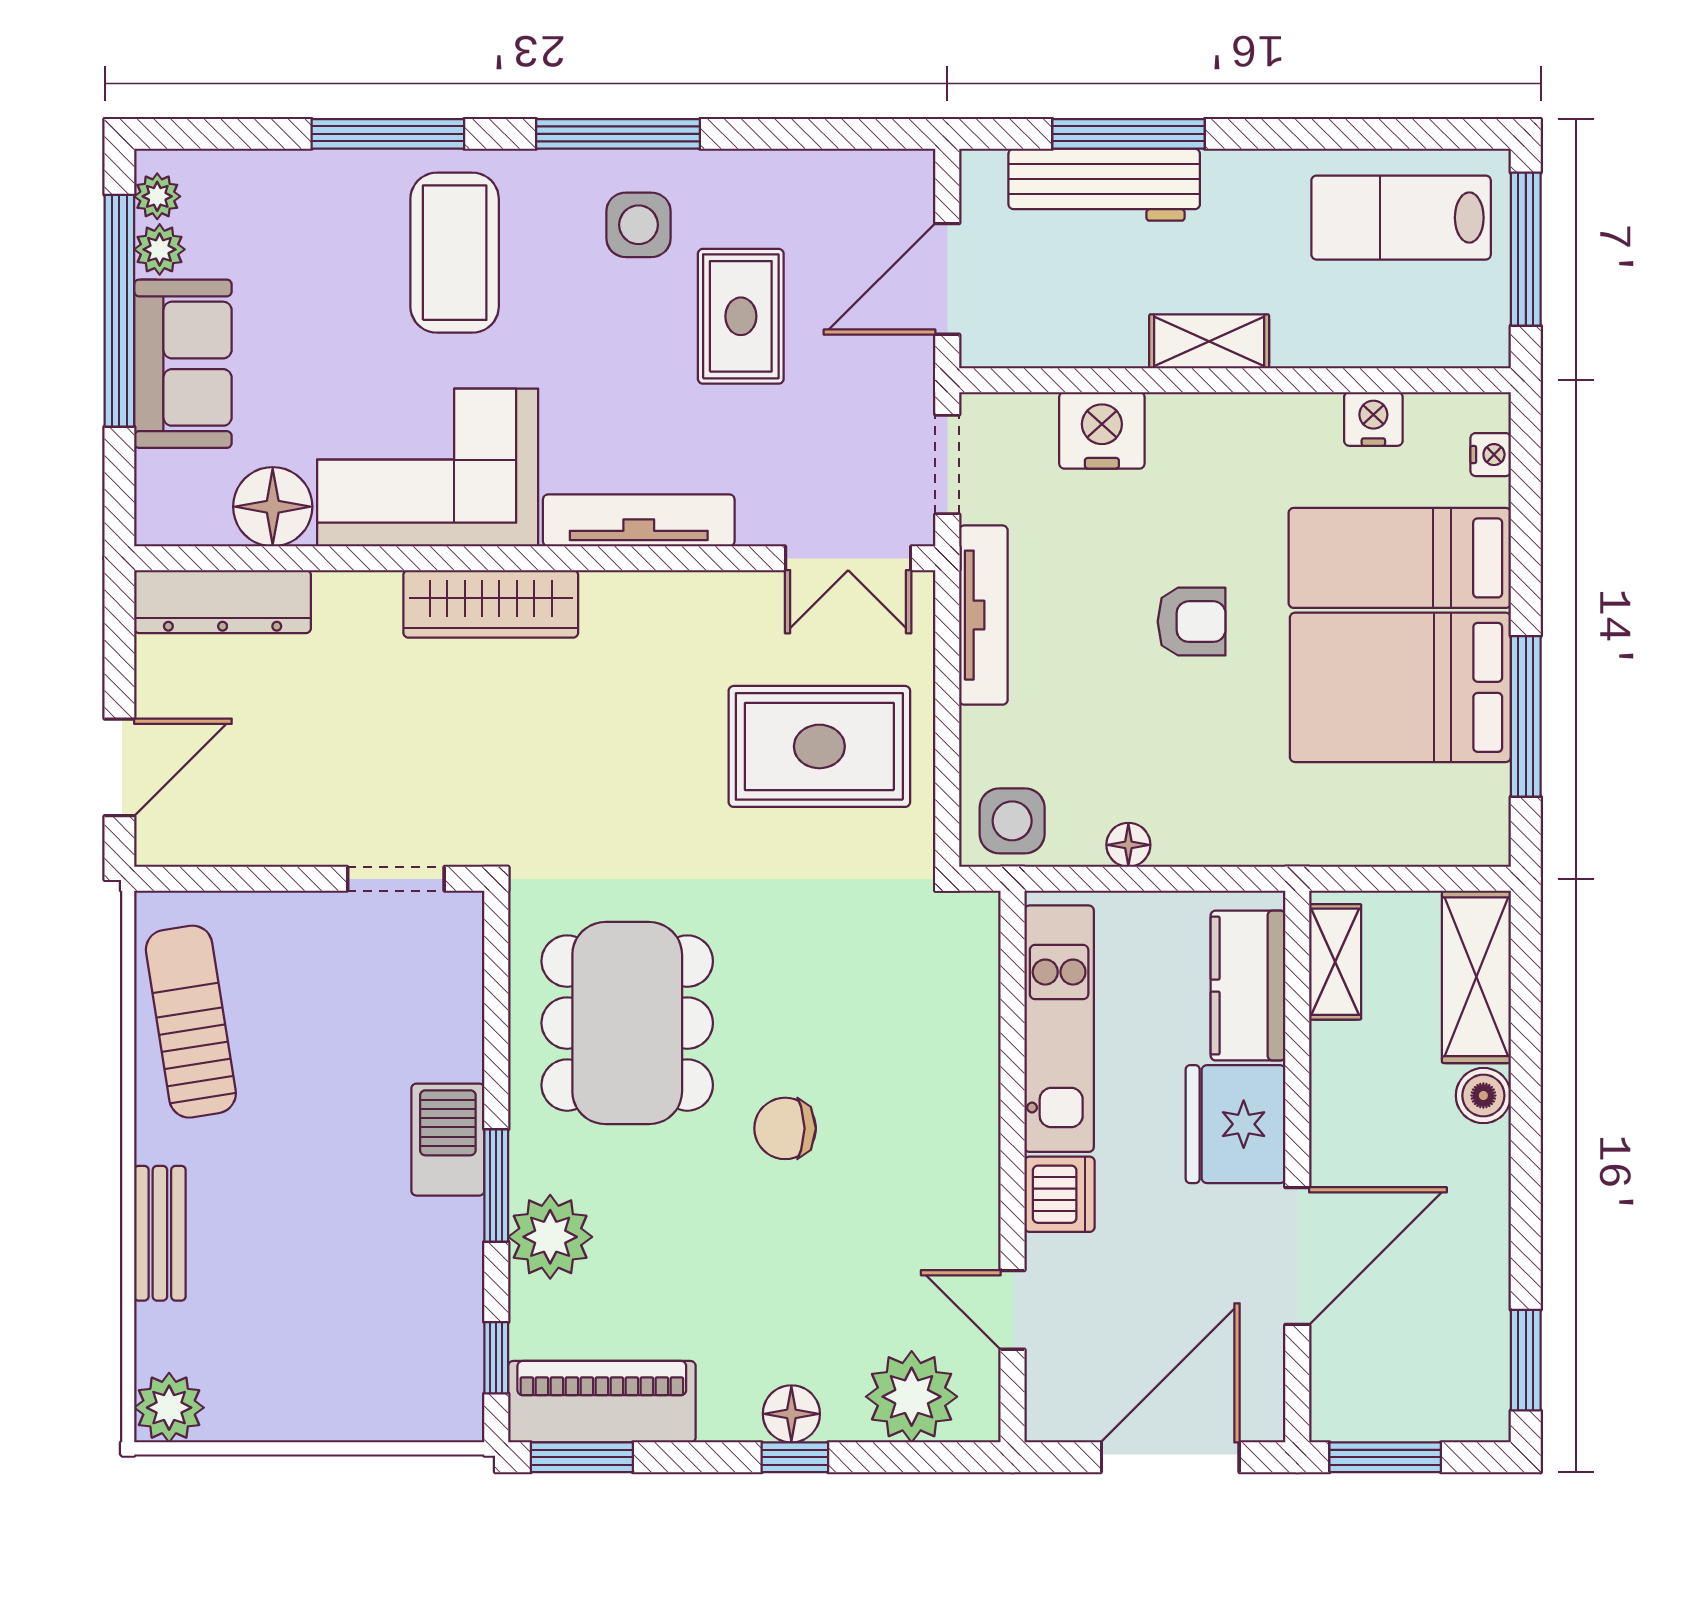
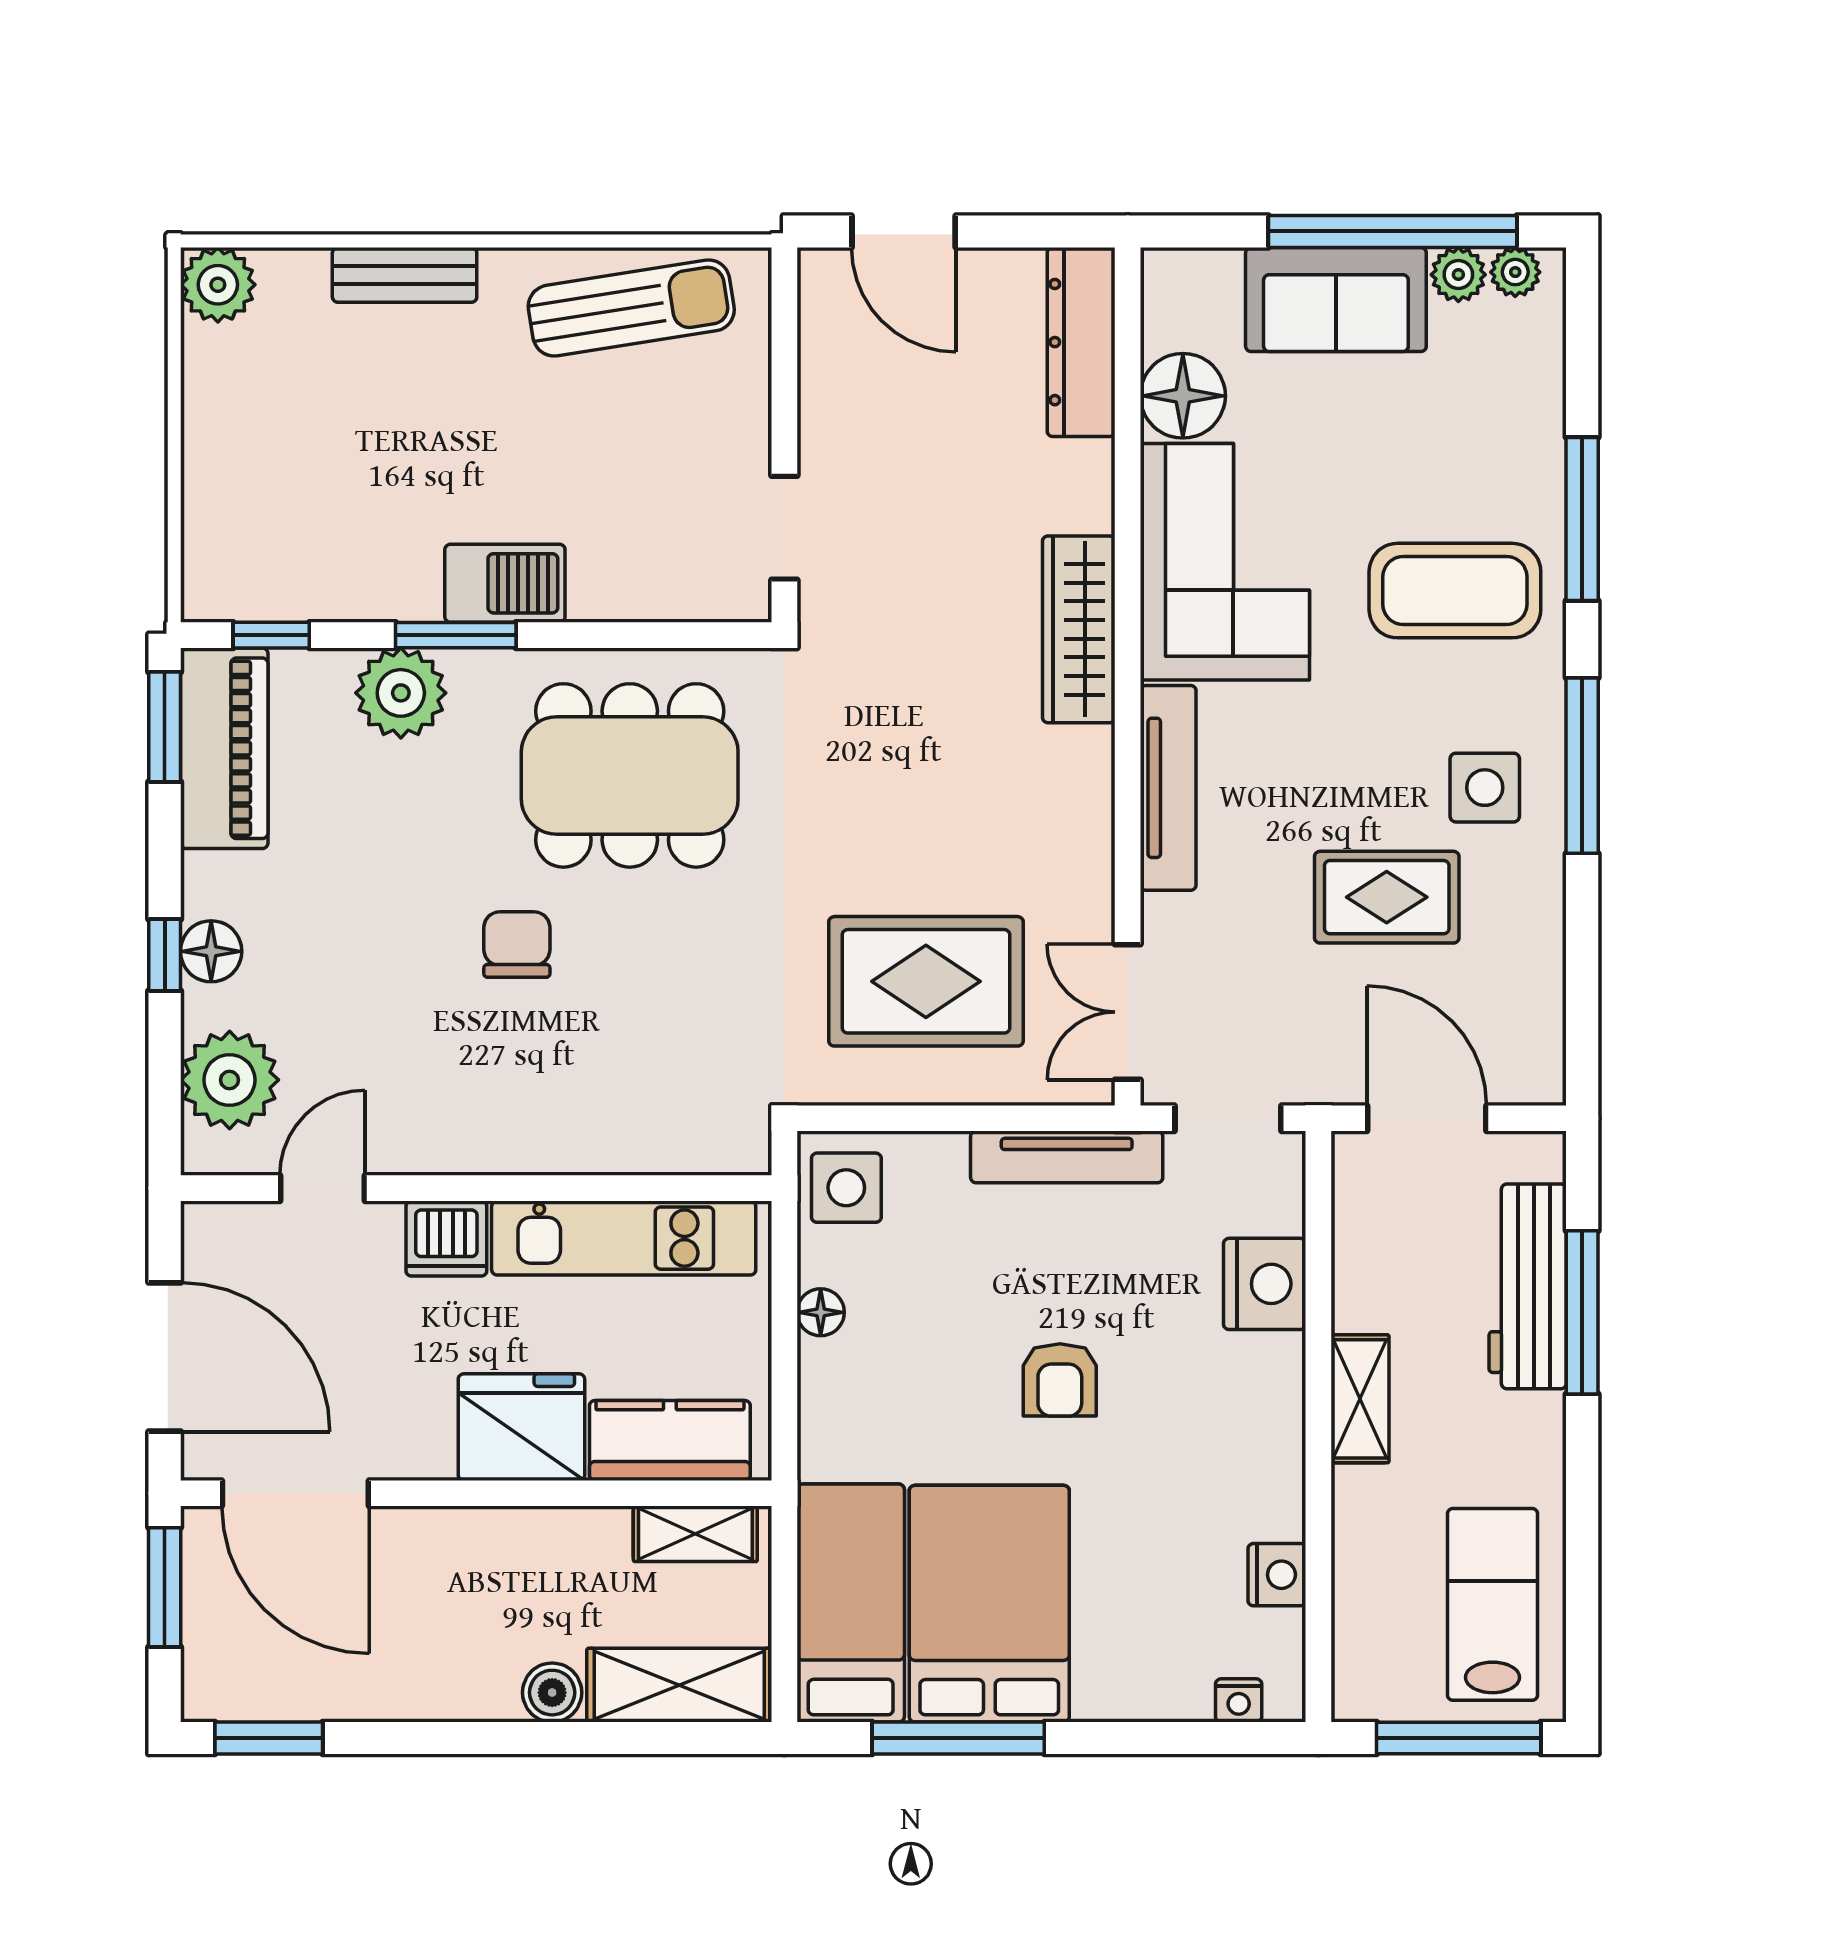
bed: (1400, 558) -> (851, 1603), moved
rug: (819, 746) -> (926, 981), turned 90
door: (1297, 1256) -> (295, 1493), moved

